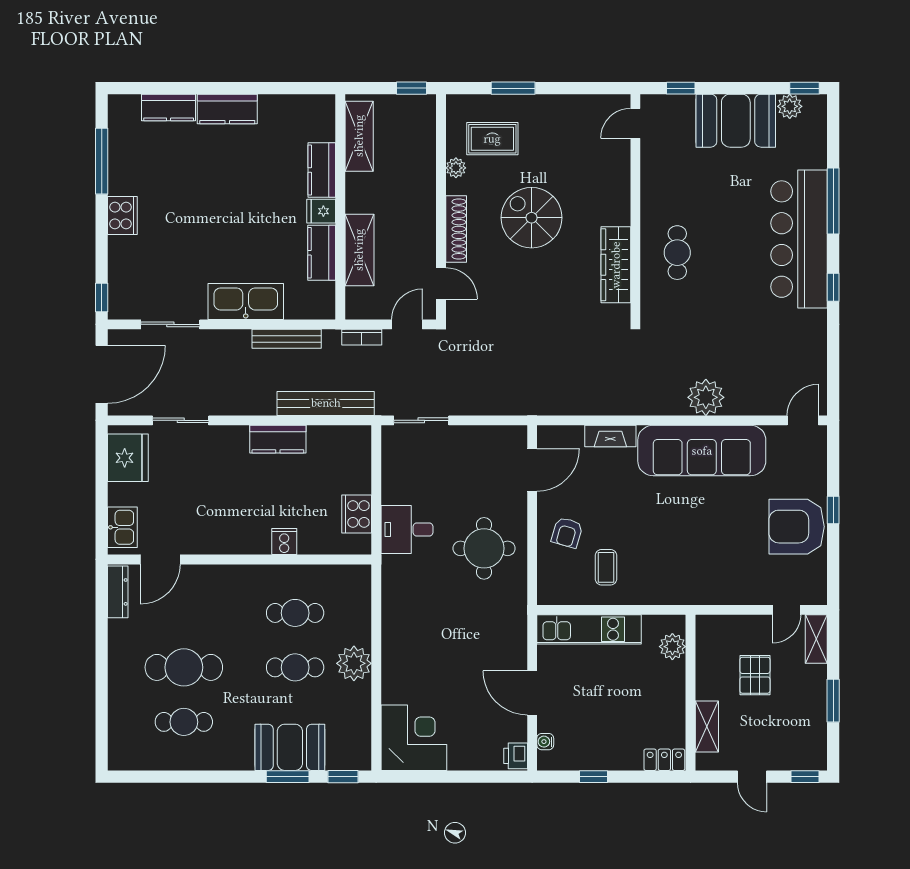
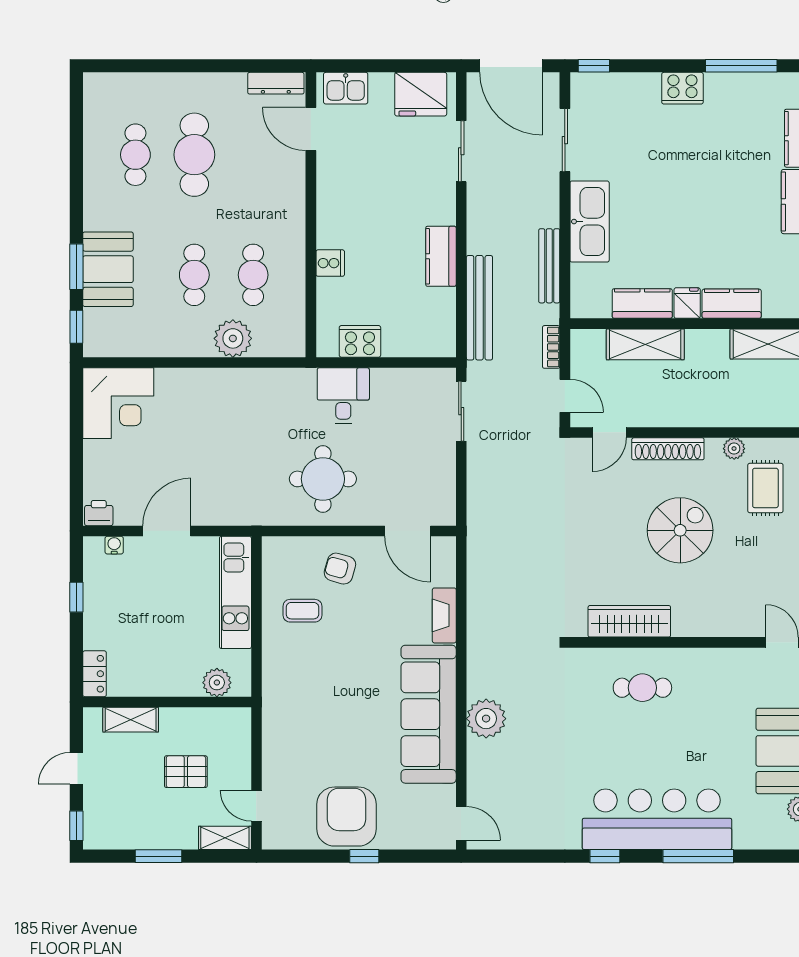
plant: (354, 663) -> (233, 338), moved

